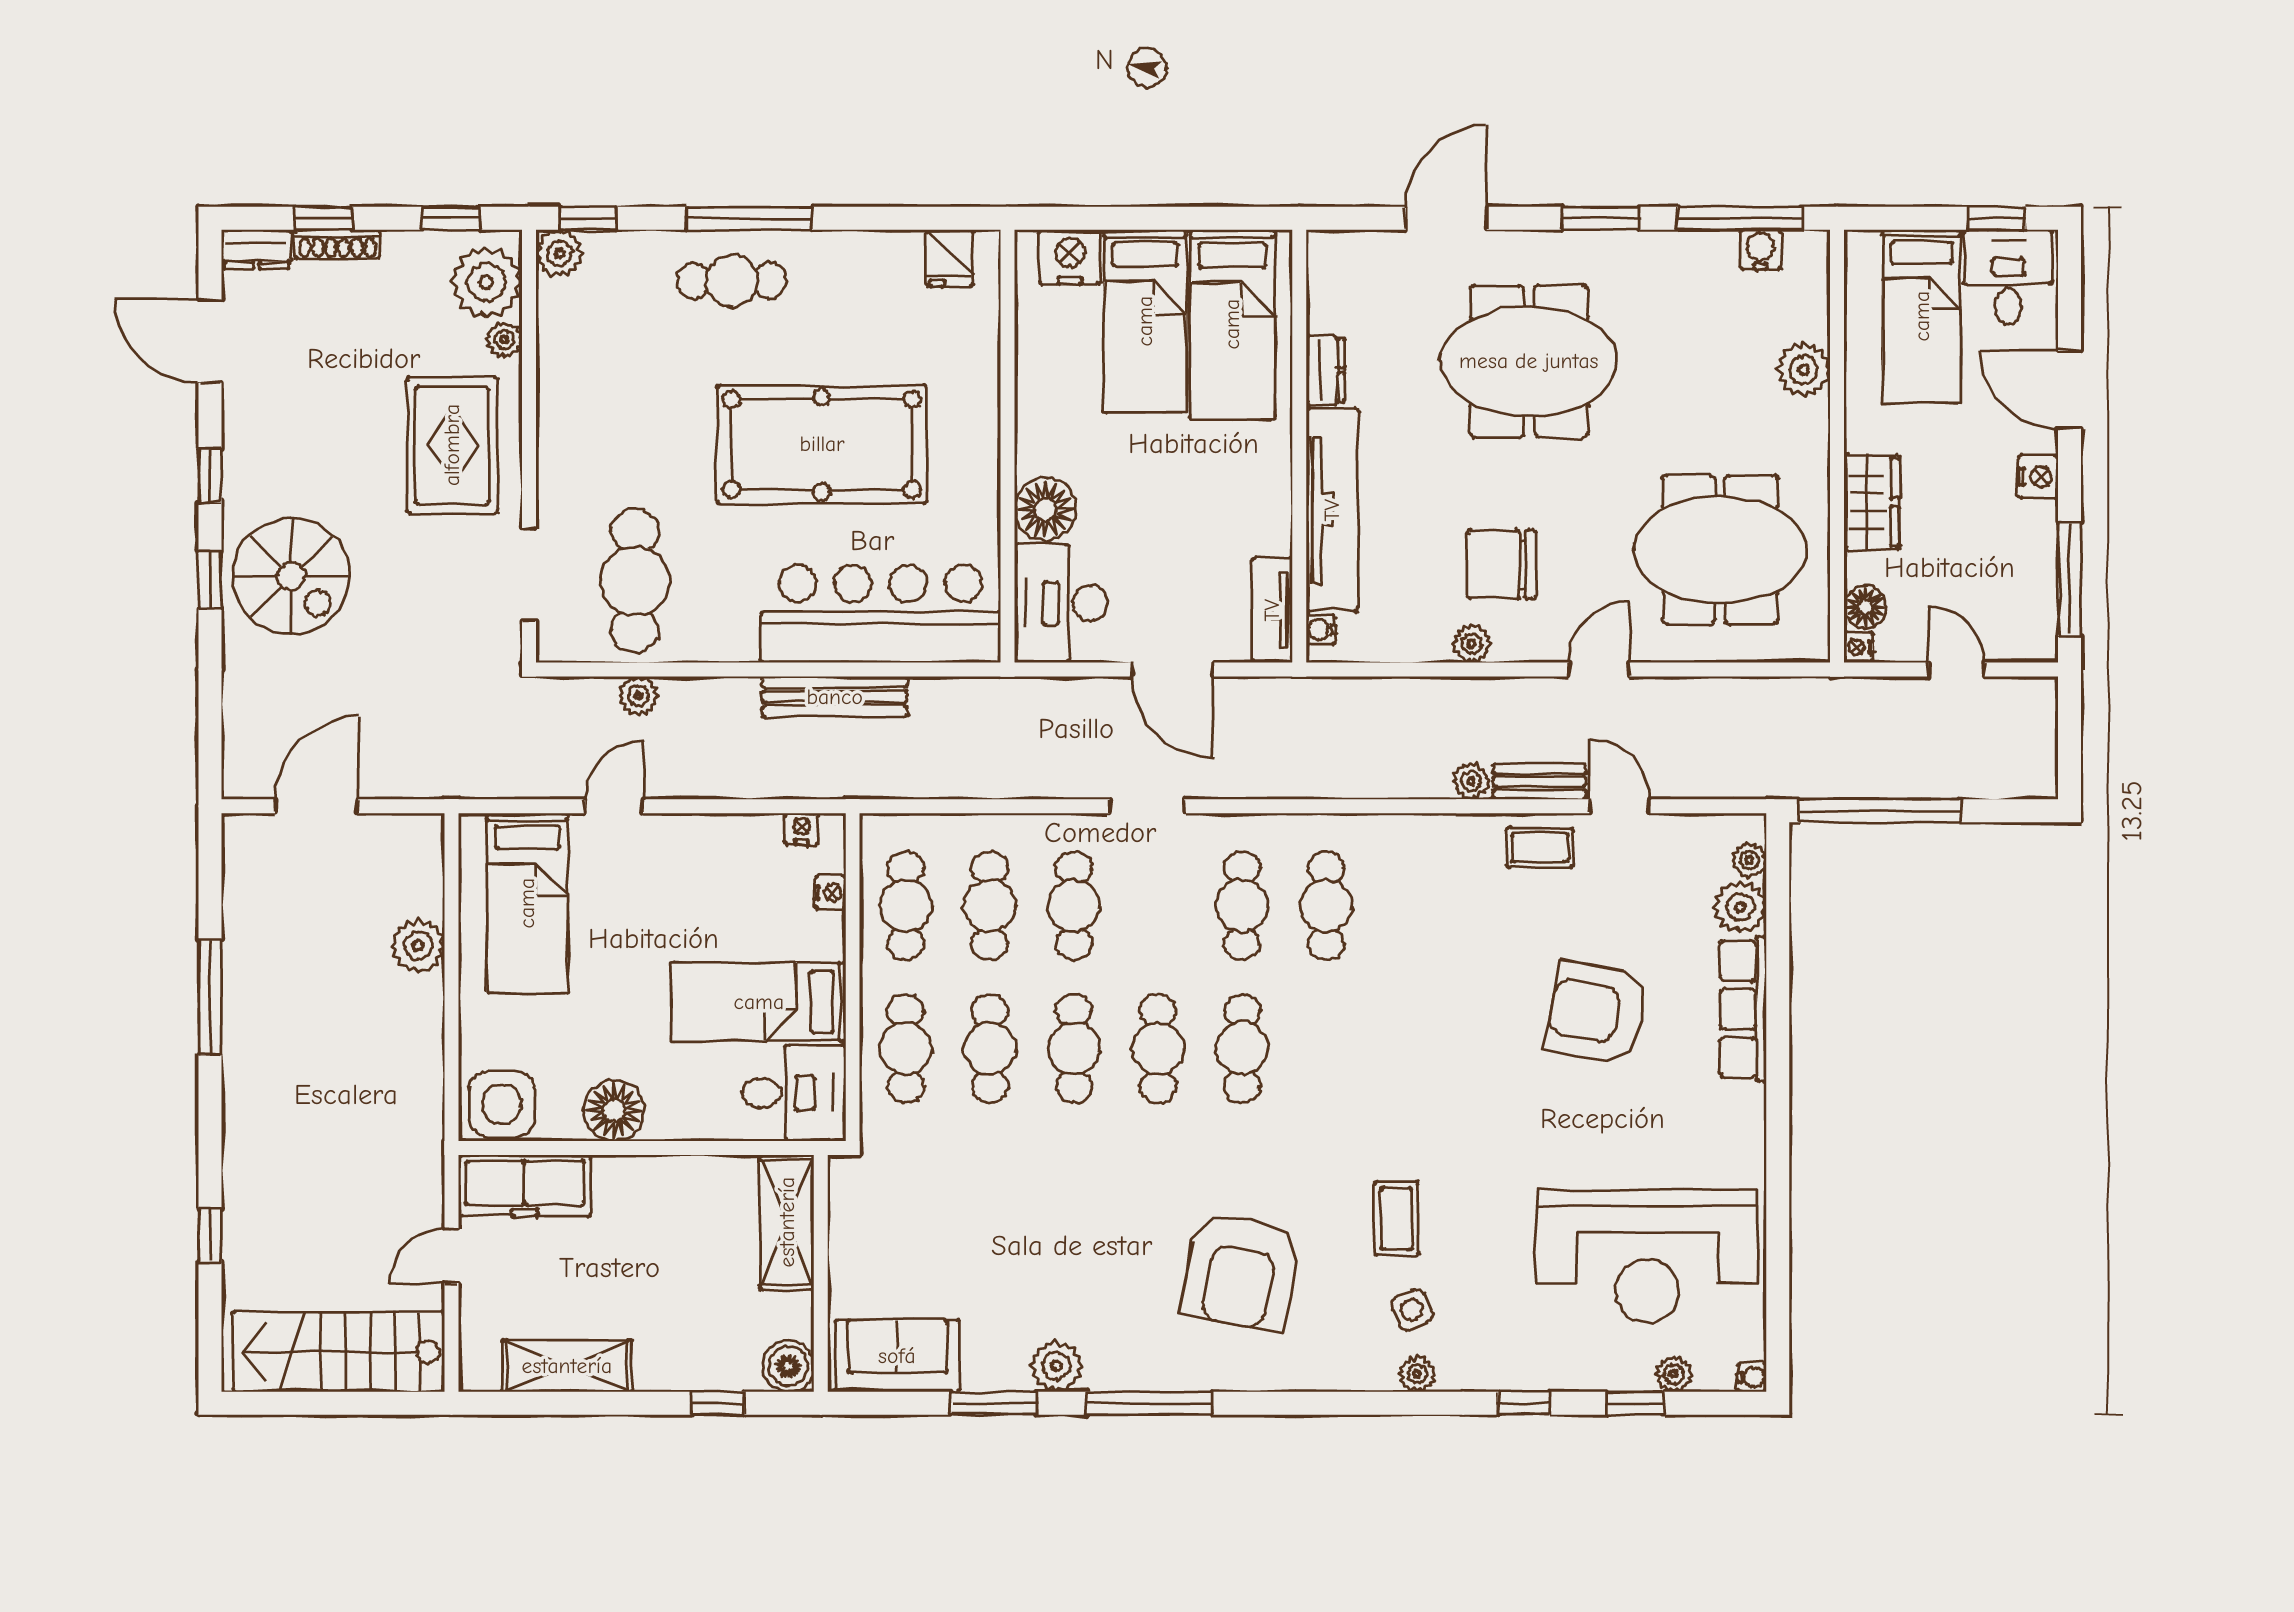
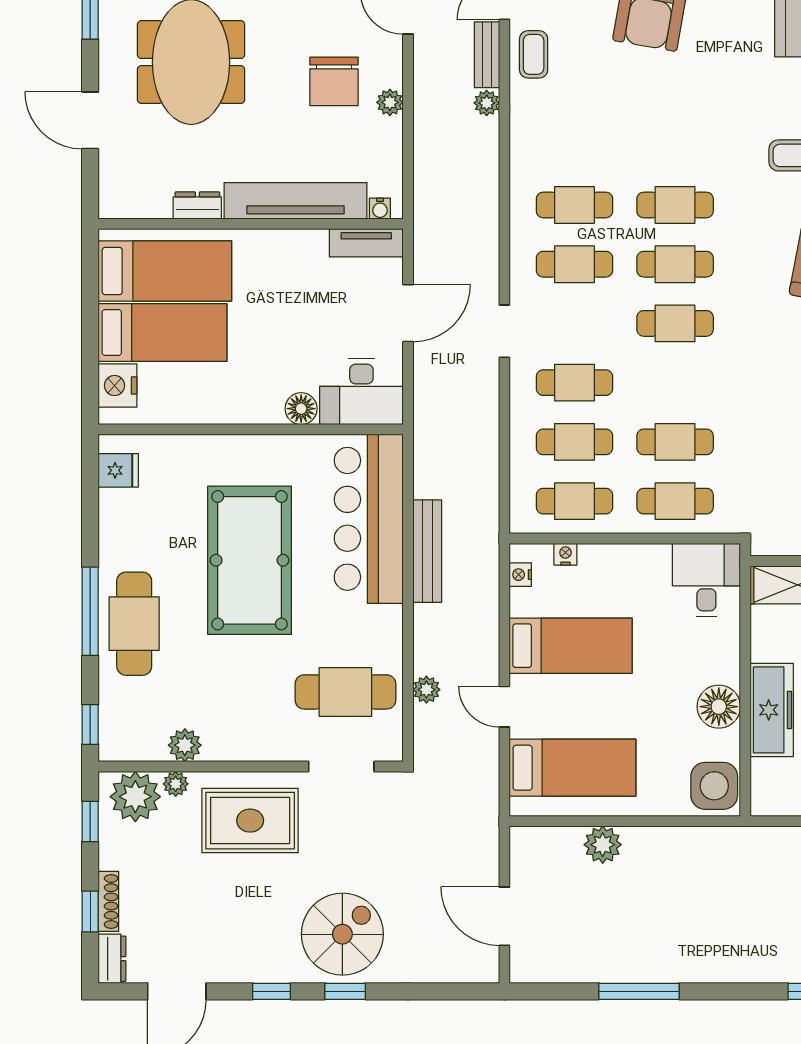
plant: (559, 253) -> (185, 745), moved
cafe table: (732, 281) -> (134, 624), width x1.37, depth x1.35
floor lamp: (1046, 509) -> (301, 409), width x0.73, depth x0.73
bed: (759, 1002) -> (571, 646), moved, turned -90
cafe table: (1074, 1048) -> (675, 205), moved
freezer: (525, 1186) -> (772, 710), moved

